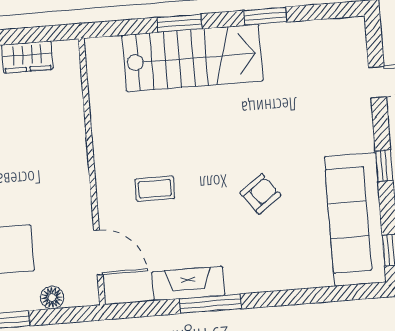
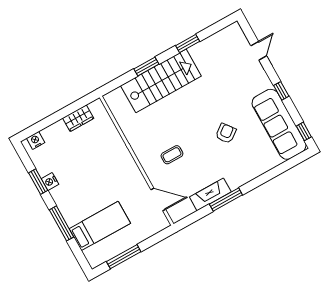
floor lamp: (52, 298) -> (146, 233), removed

